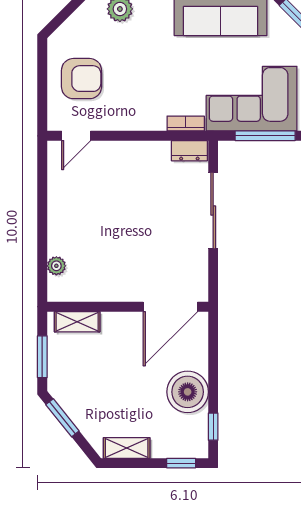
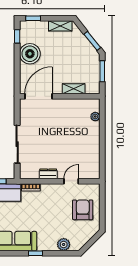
armchair: (81, 79) -> (83, 210), turned 90
door: (76, 136) -> (71, 181), moved
dresser: (189, 151) -> (48, 174), moved
shelving: (77, 322) -> (74, 89), moved

